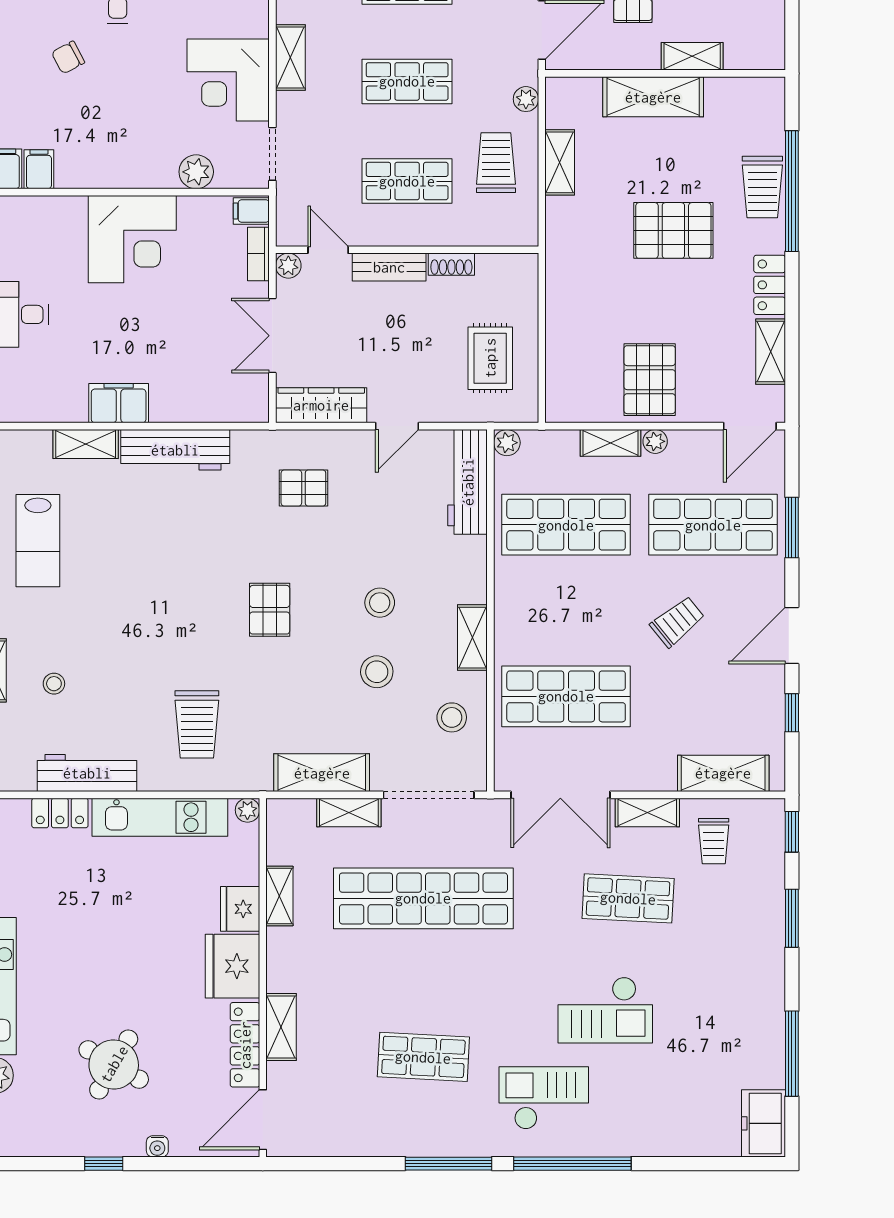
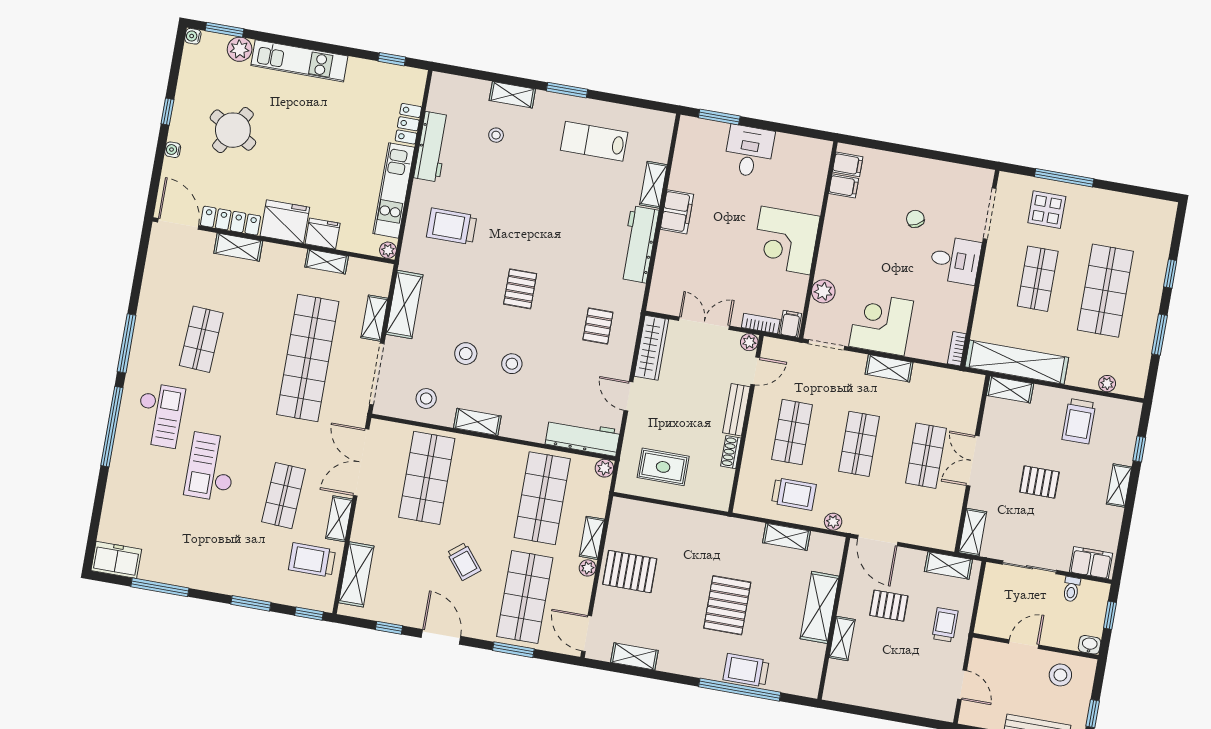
locker: (770, 285) -> (679, 663), removed
pallet: (270, 610) -> (520, 289), turned 90
trolley: (714, 841) -> (312, 560), width x1.36, depth x1.39

